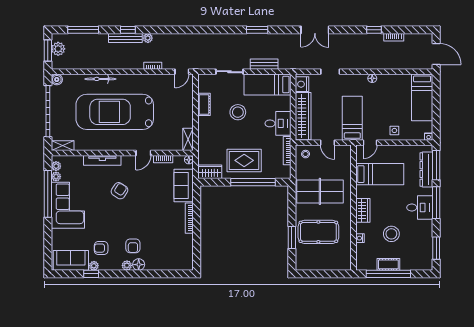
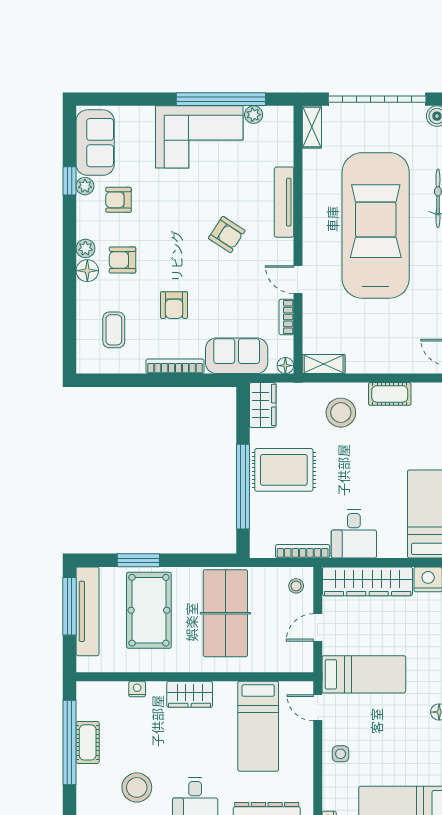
stool: (238, 112) -> (341, 413), moved
rug: (244, 160) -> (284, 470), turned 90
plant: (56, 166) -> (273, 115), removed
armchair: (157, 219) -> (174, 305), added
stool: (391, 234) -> (137, 787), moved
armchair: (101, 248) -> (118, 200), turned -90
coffee table: (170, 251) -> (114, 330), added
tv unit: (319, 264) -> (88, 611), added
window: (316, 274) -> (70, 606), added

